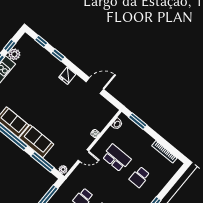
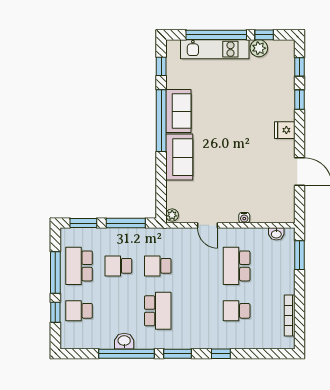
school desk: (116, 158) -> (237, 266), turned 180
window: (42, 162) -> (161, 184), removed

